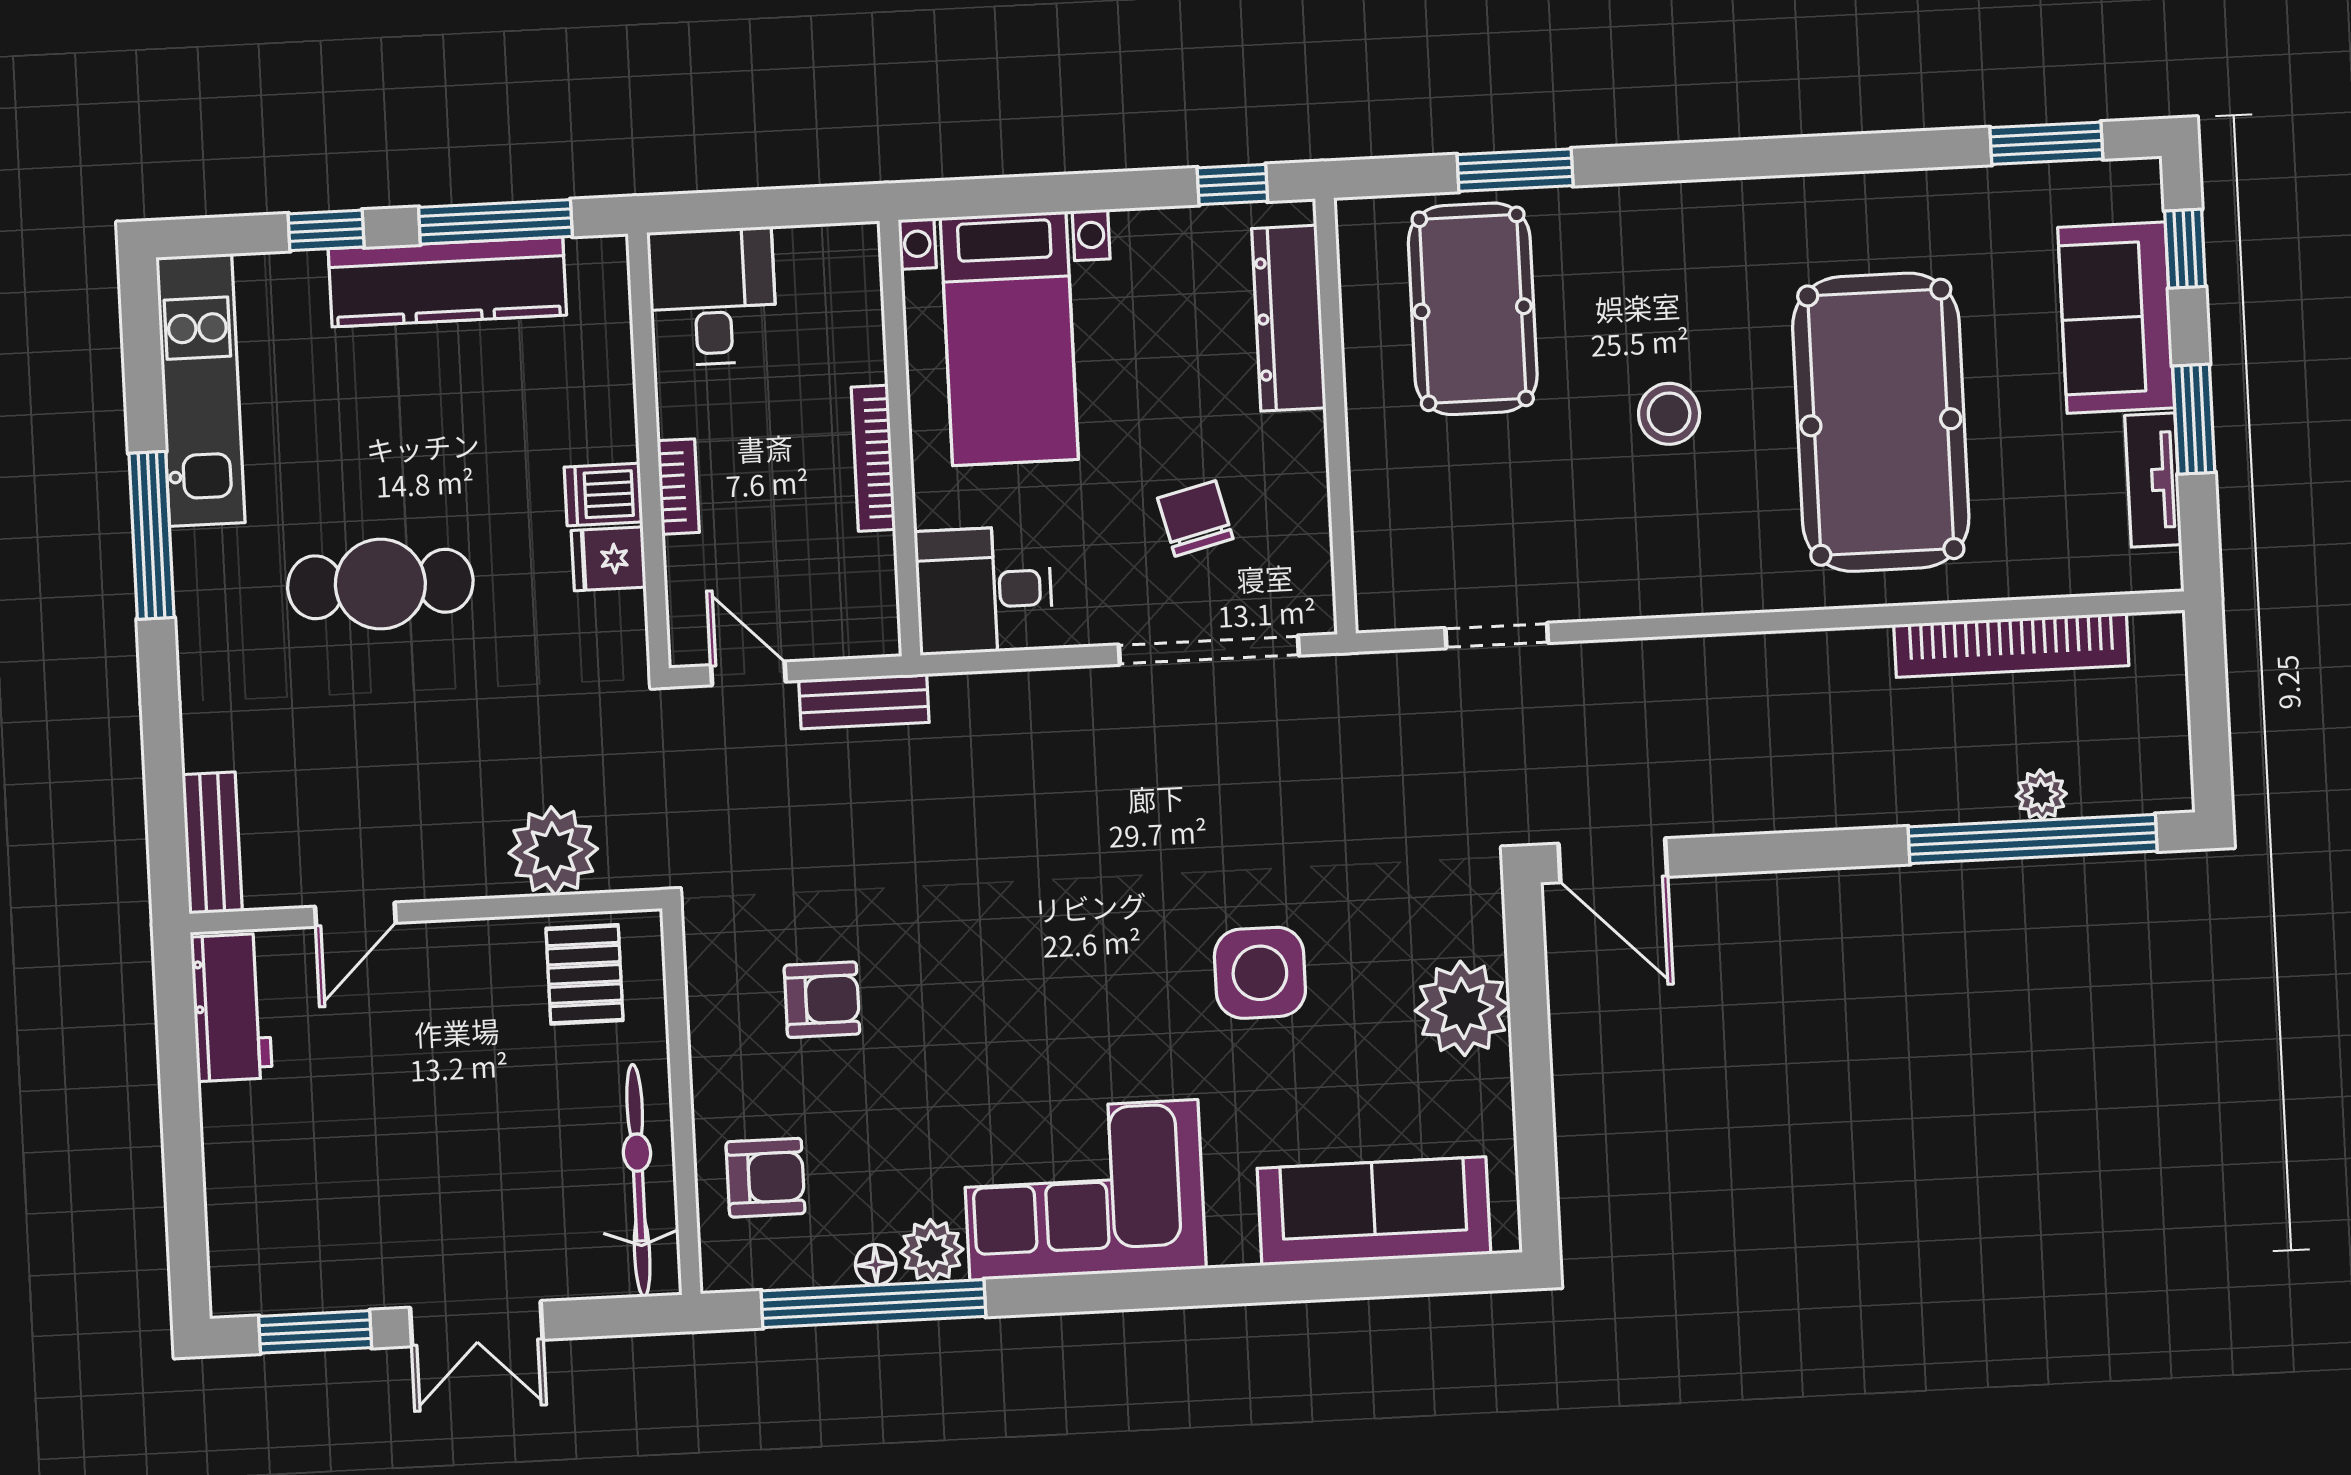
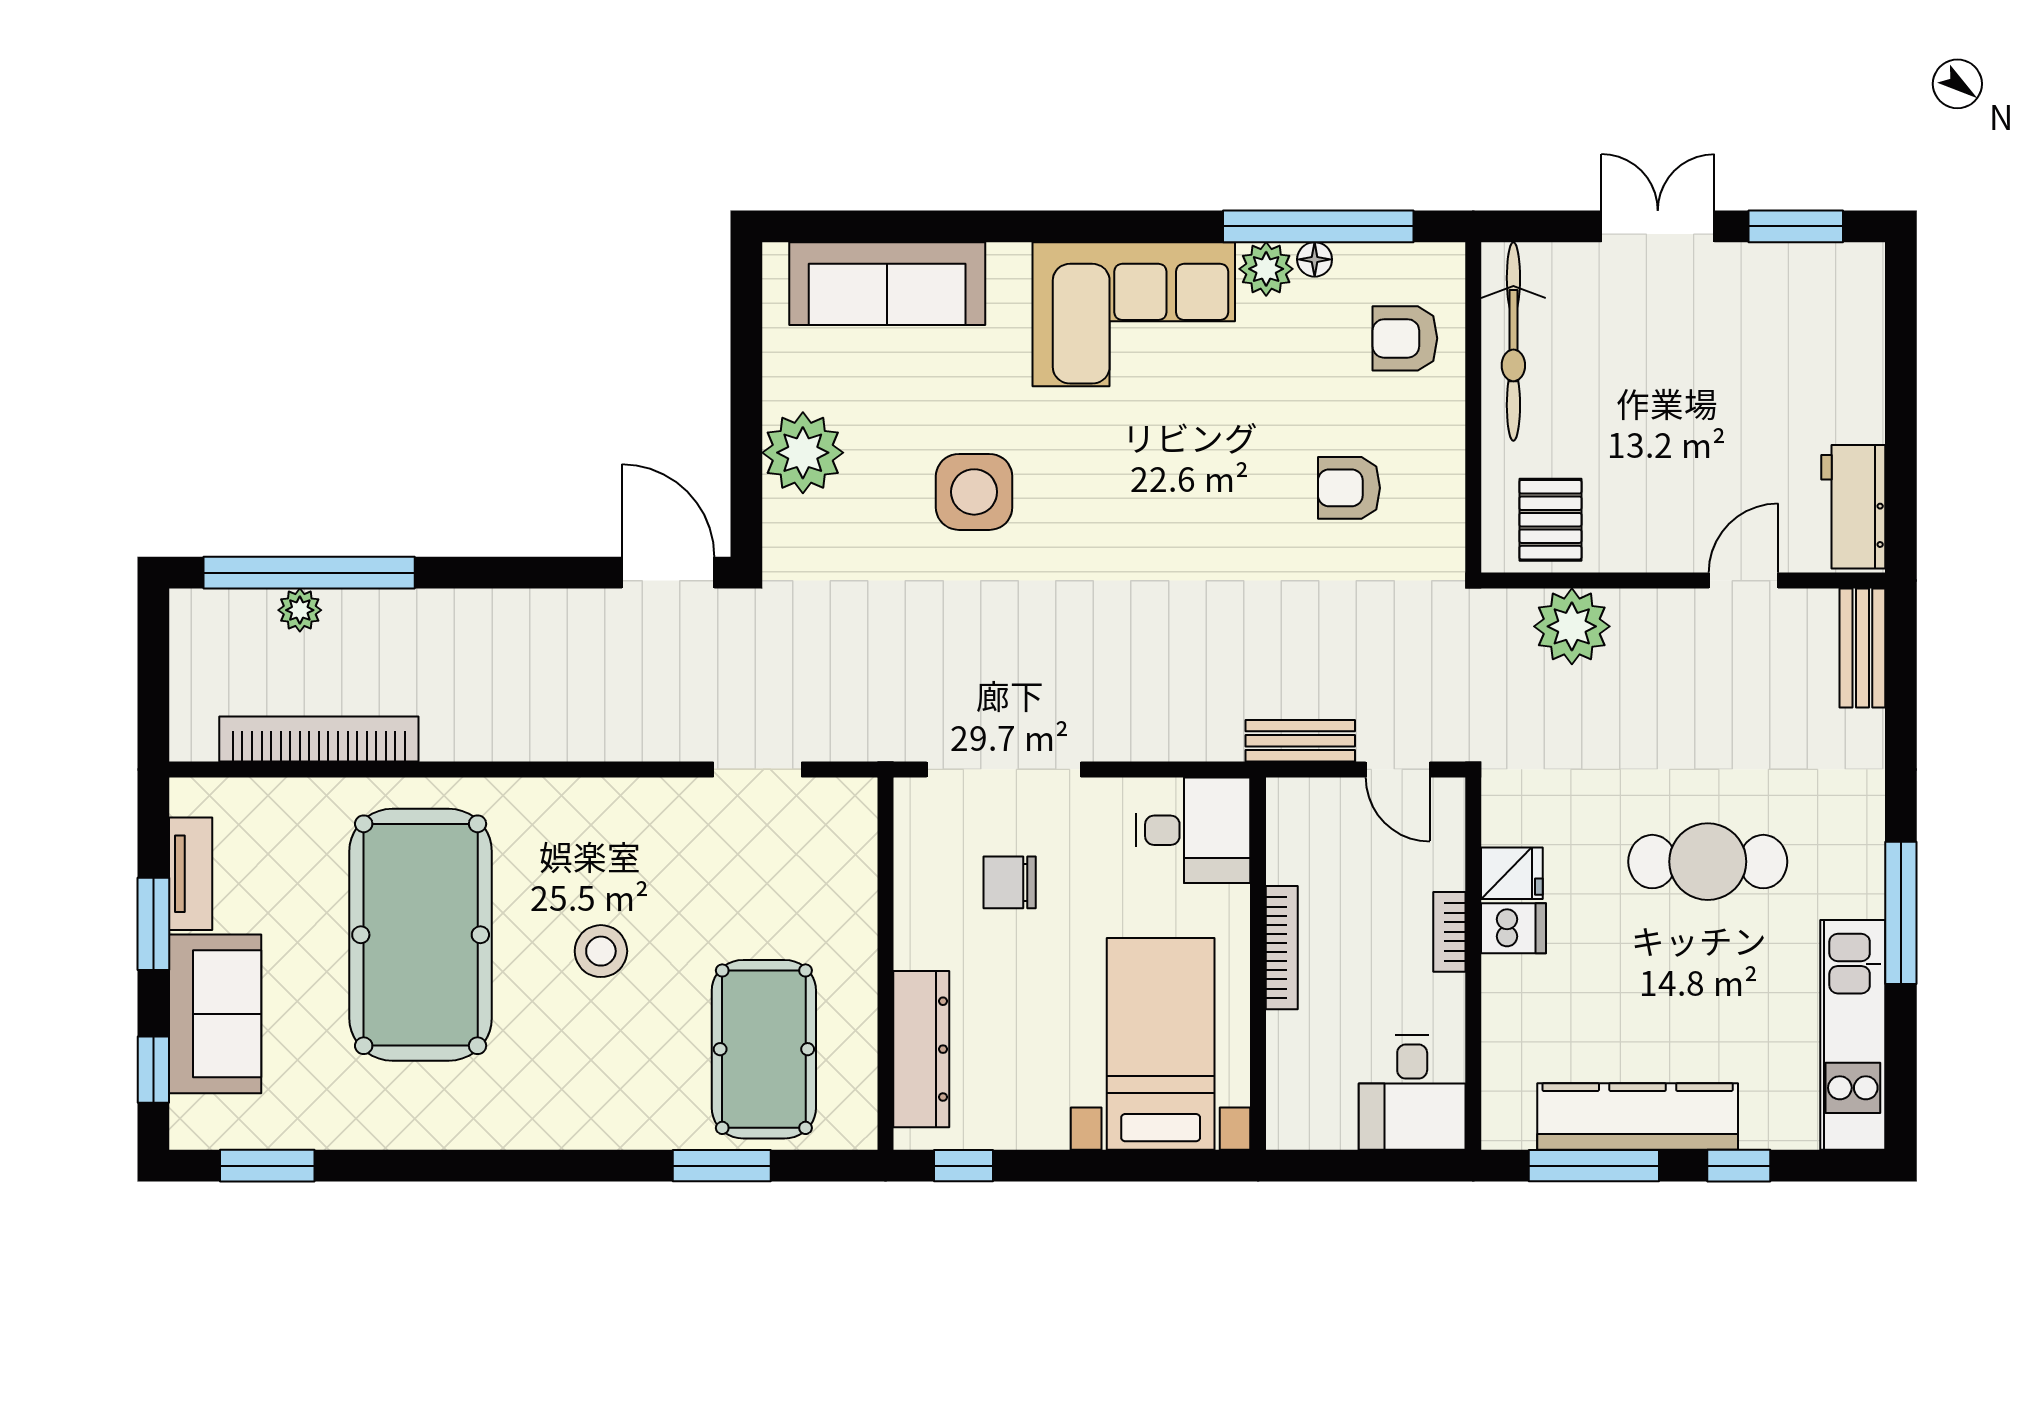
chair: (1195, 518) -> (1010, 882), turned 104

